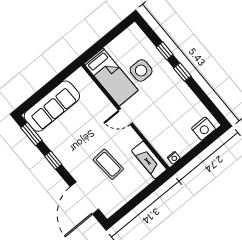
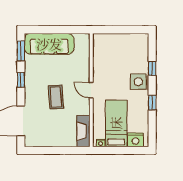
side table: (141, 71) -> (138, 82), moved
window: (182, 72) -> (152, 102), moved
bed: (111, 77) -> (116, 123), moved, turned 180
coffee table: (108, 164) -> (56, 97), moved

